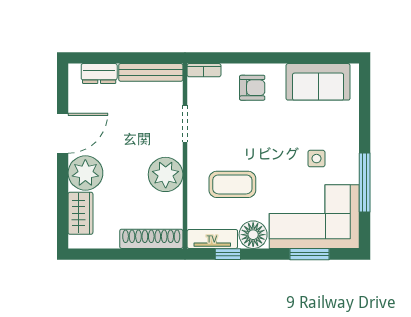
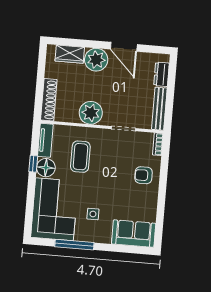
sofa: (318, 82) -> (134, 234), moved, turned 90
armchair: (252, 88) -> (144, 175), turned 90
window: (228, 254) -> (33, 164), moved
window: (310, 254) -> (30, 204), removed

